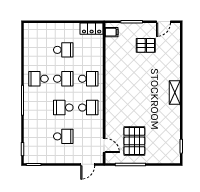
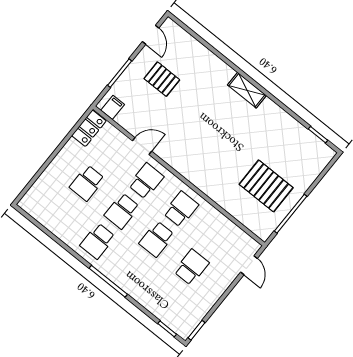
pallet: (146, 45) -> (162, 79), turned 90
school desk: (63, 50) -> (87, 183), turned 180
school desk: (63, 79) -> (122, 211), turned 180
door: (104, 145) -> (142, 146), moved

